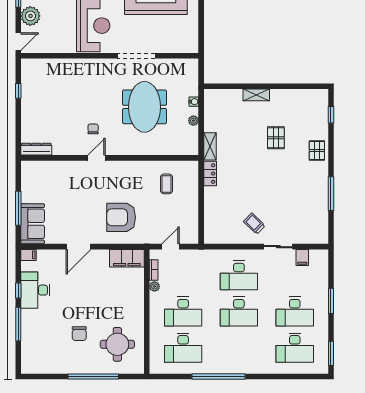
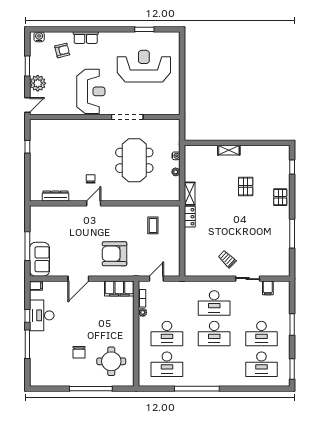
dresser: (36, 149) -> (55, 196), moved

